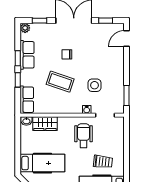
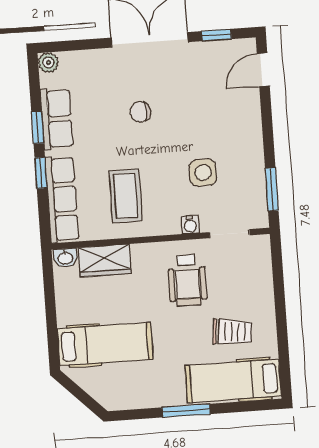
window: (40, 21) -> (78, 45), removed
coffee table: (60, 82) -> (126, 196), moved, turned 71
row of seats: (27, 100) -> (62, 199), width x1.48
wheelchair: (84, 136) -> (187, 280), turned 180

